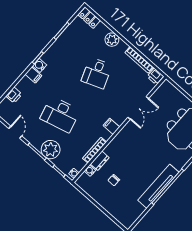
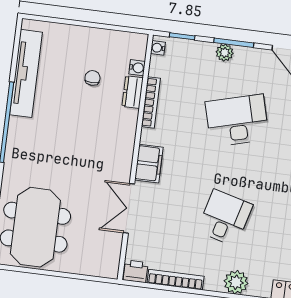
desk: (97, 73) -> (225, 218), turned 36
filing cabinet: (111, 126) -> (149, 164), width x2.00
plant: (51, 150) -> (225, 53), width x0.53, depth x0.53
tv unit: (158, 186) -> (26, 73), moved

